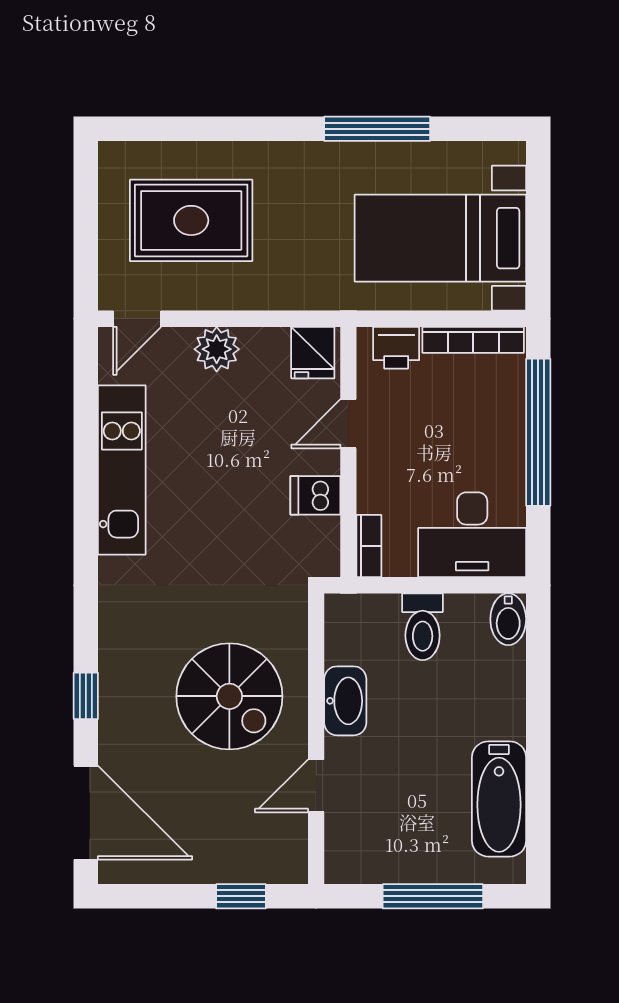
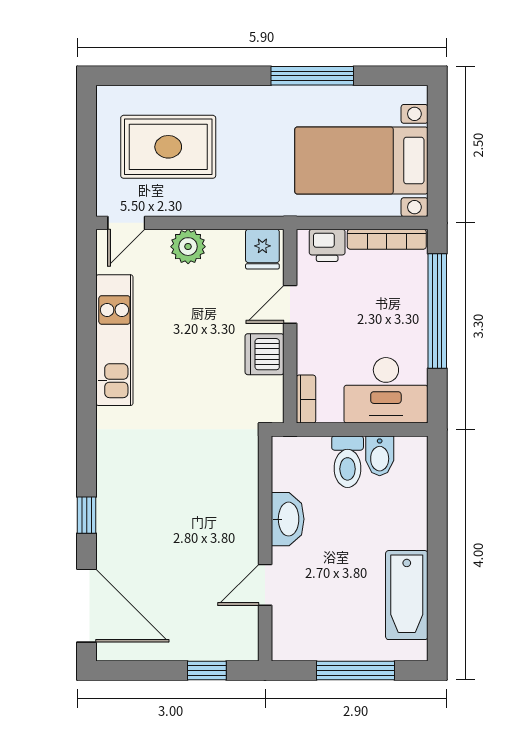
dishwasher: (315, 495) -> (264, 354), width x1.38
bidet: (508, 619) -> (380, 456), moved
spiral stairs: (229, 696) -> (198, 516), removed

